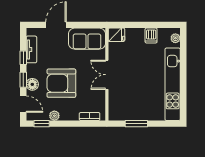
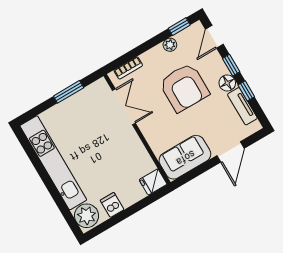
plant: (175, 38) -> (87, 216), width x1.87, depth x1.87
double door: (107, 75) -> (124, 107), moved
armchair: (61, 83) -> (184, 87), turned 90
floor lamp: (32, 84) -> (227, 83), moved
door: (23, 104) -> (214, 37), hinge flipped

